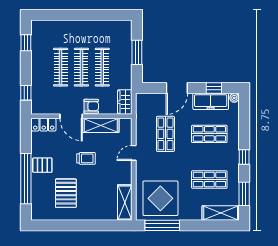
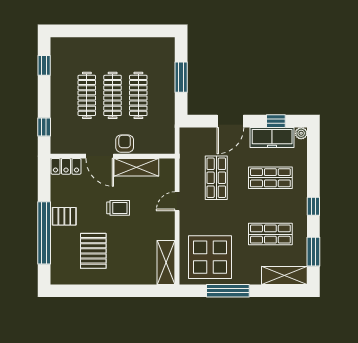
wardrobe: (125, 102) -> (166, 138), removed
armchair: (91, 106) -> (125, 144), turned -90
window: (162, 225) -> (228, 291), moved

